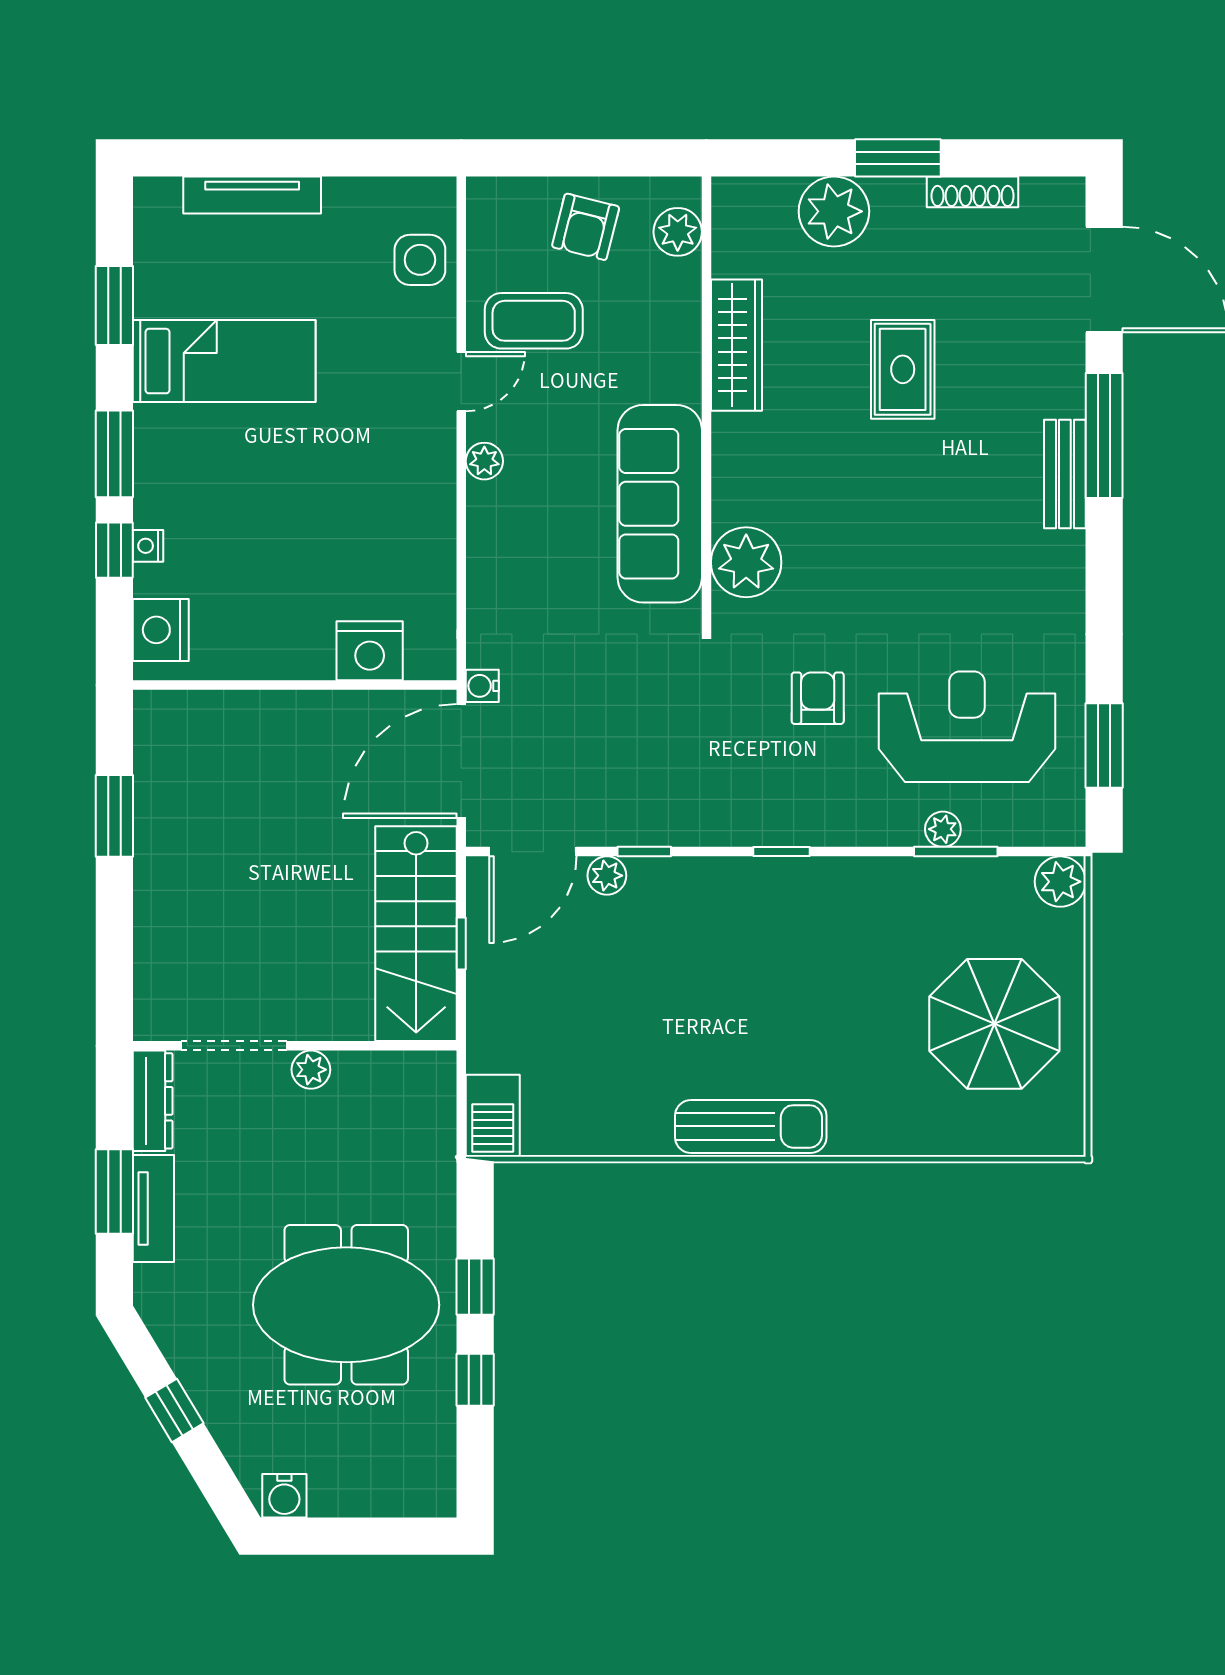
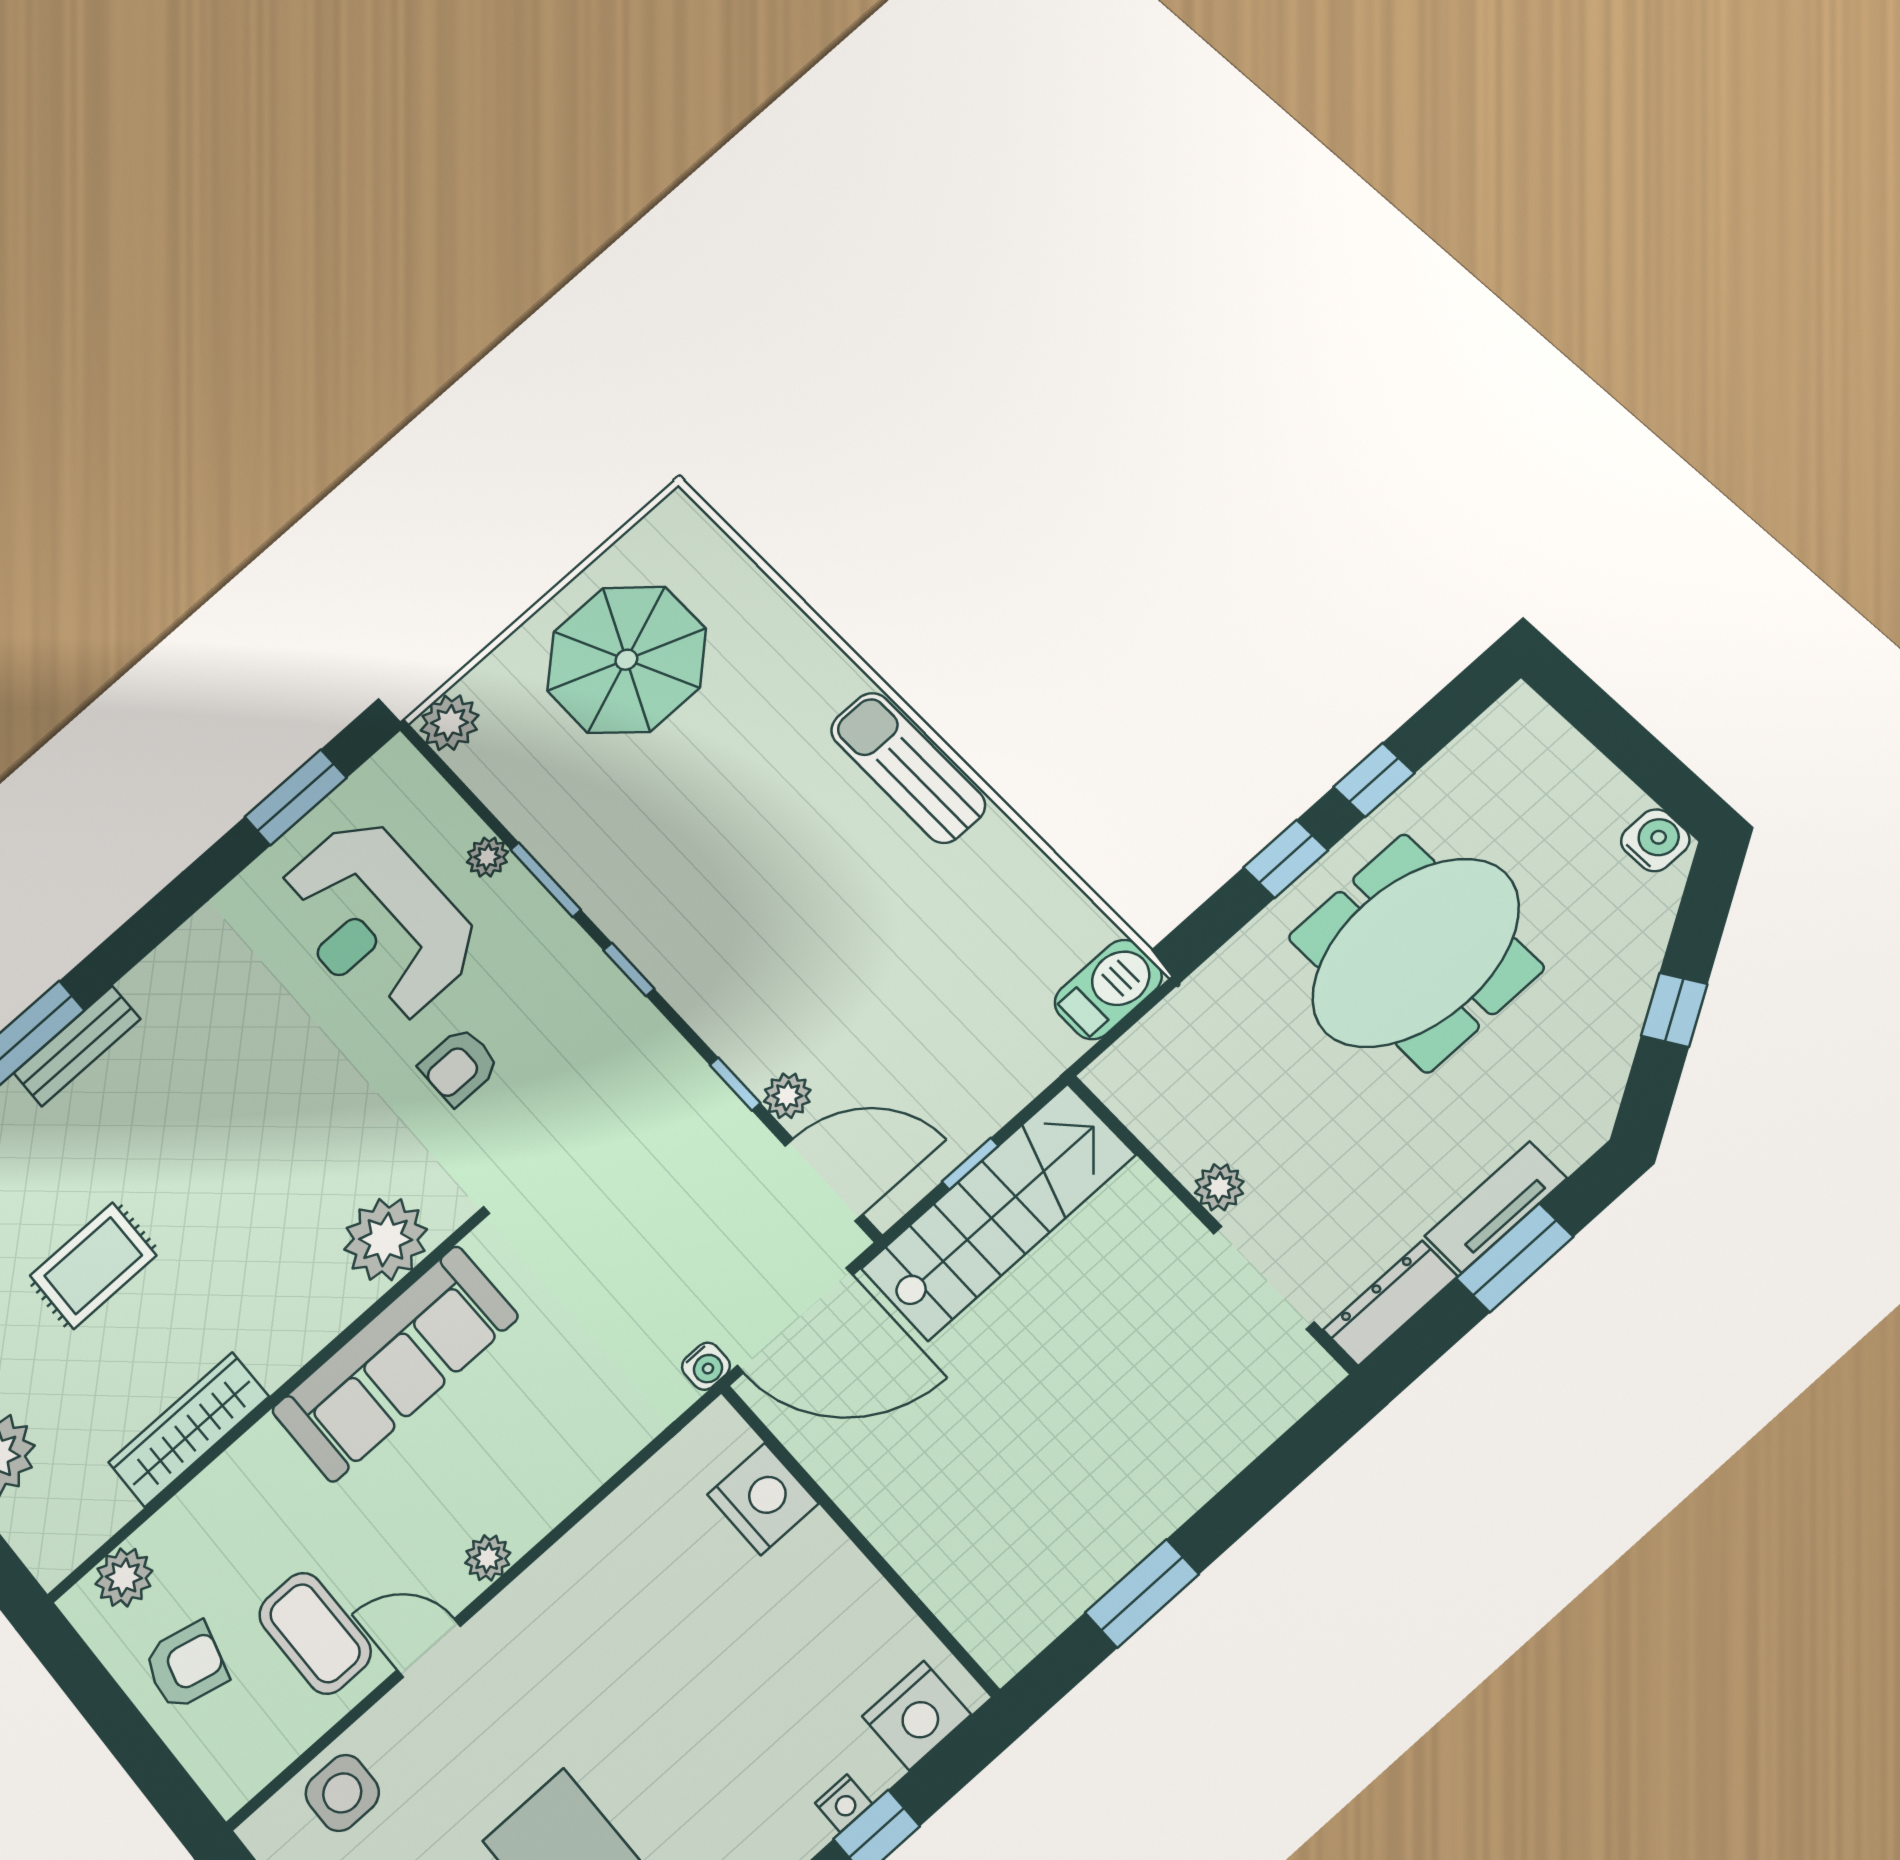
window: (956, 852) -> (546, 880), moved
meeting table: (346, 1305) -> (1416, 953), turned 90

